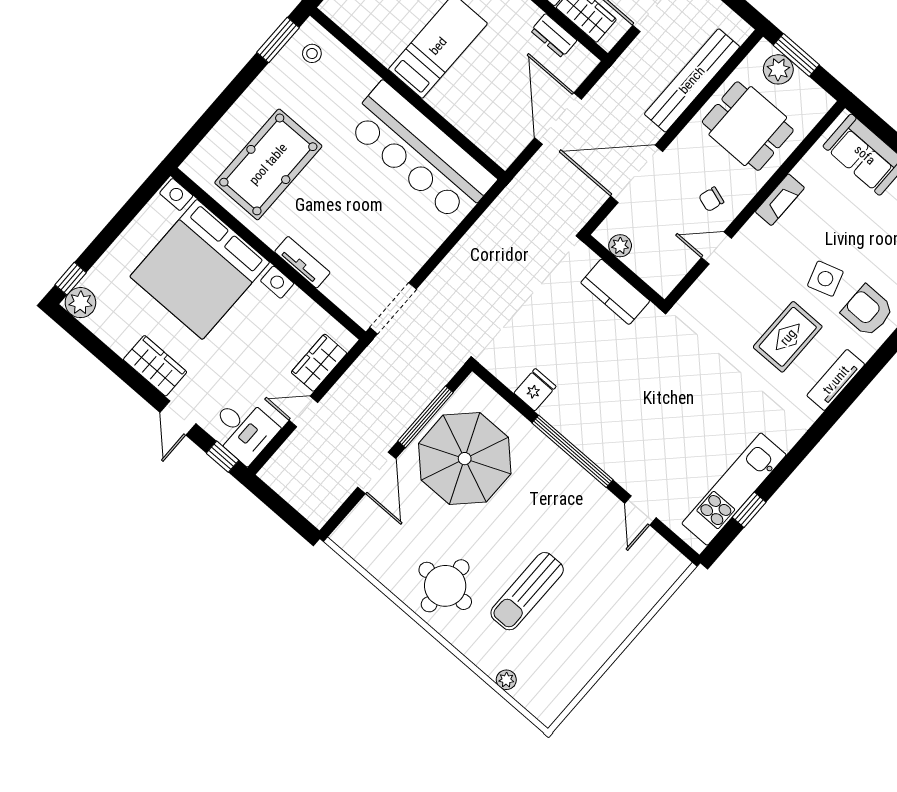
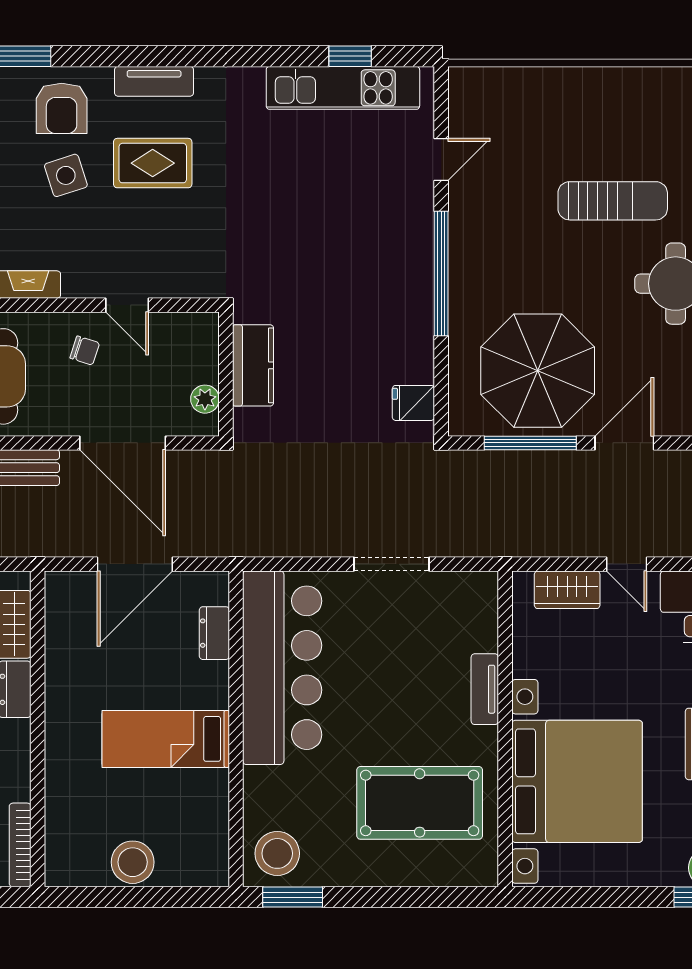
dresser: (554, 36) -> (214, 633), moved, turned 180
stool: (312, 53) -> (277, 853), width x1.89, depth x1.89
doorway: (393, 308) -> (392, 564), moved
fridge: (535, 390) -> (413, 403), moved

